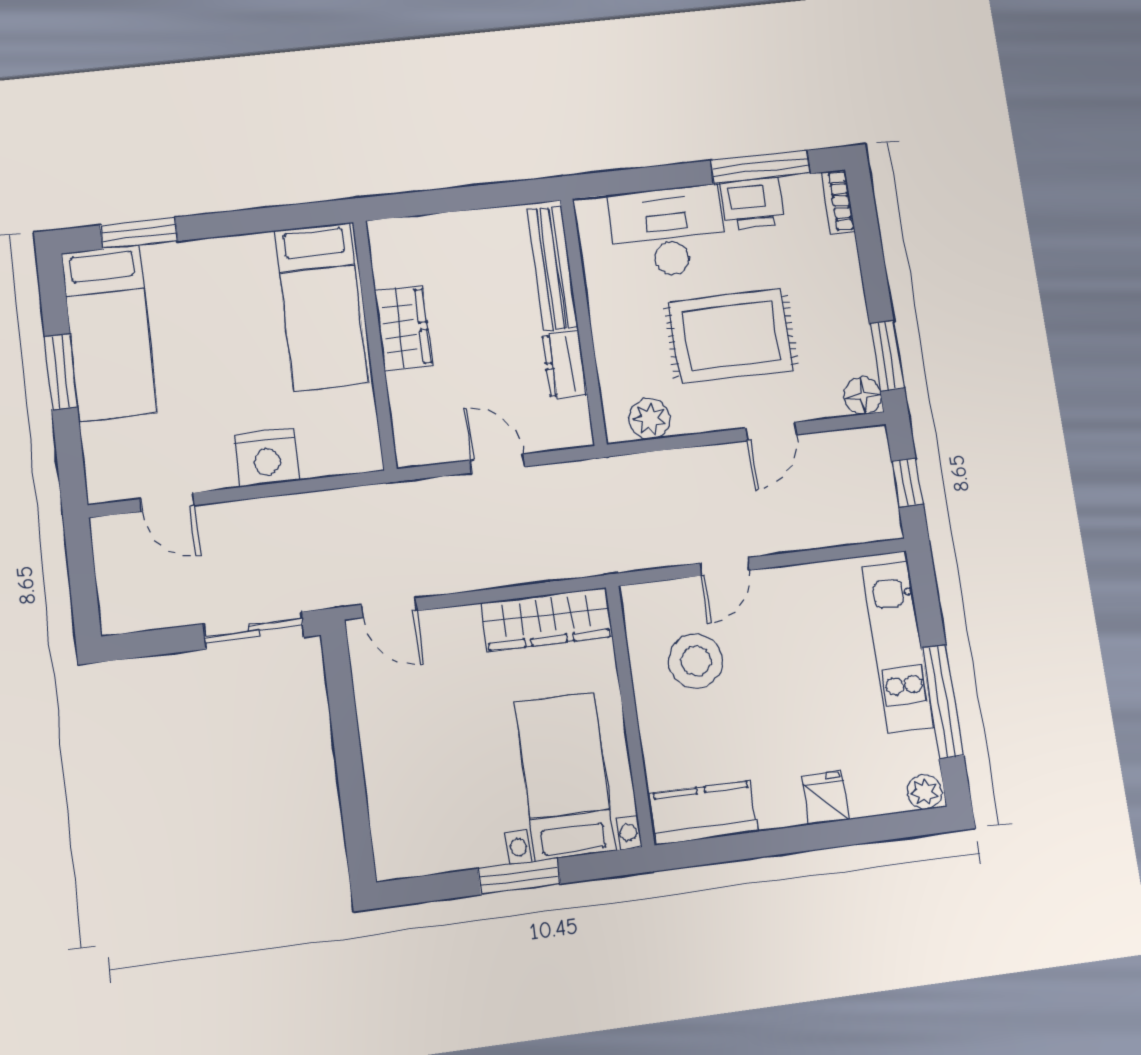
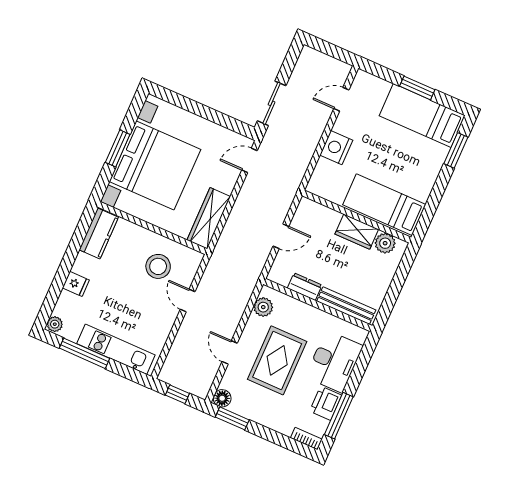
plant: (393, 264) -> (385, 243), added
bed with nightstands: (565, 776) -> (155, 165), width x1.85

